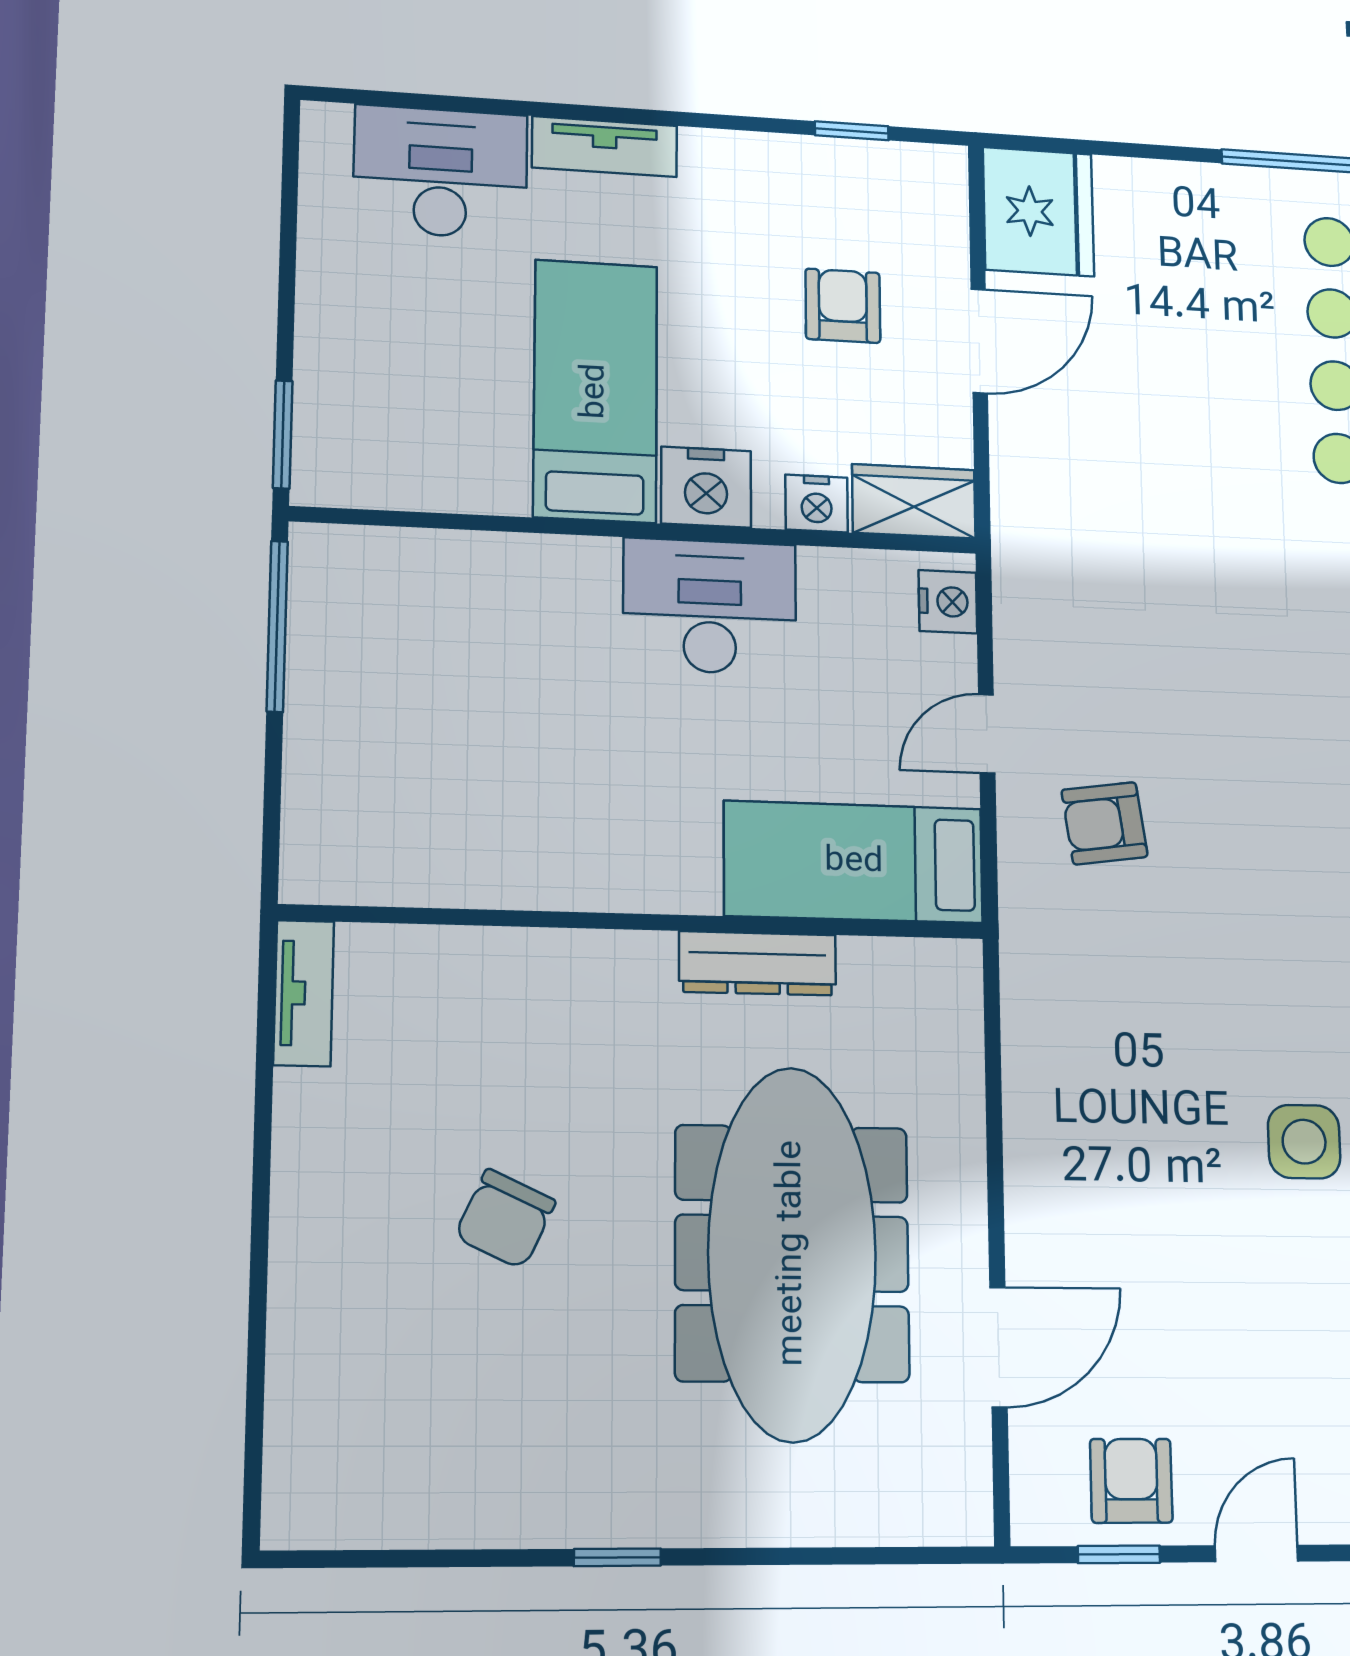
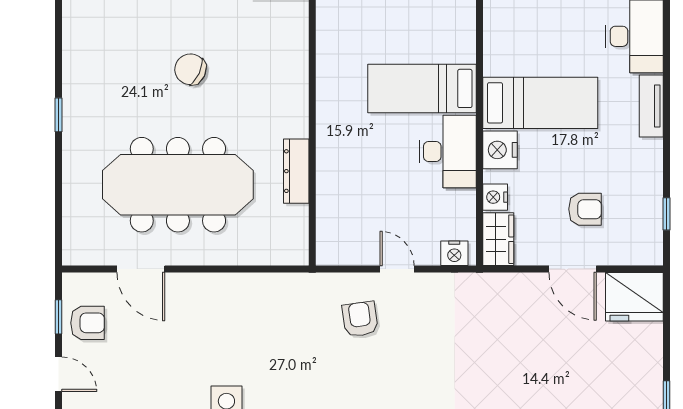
bed: (854, 862) -> (422, 88), moved, turned -90

